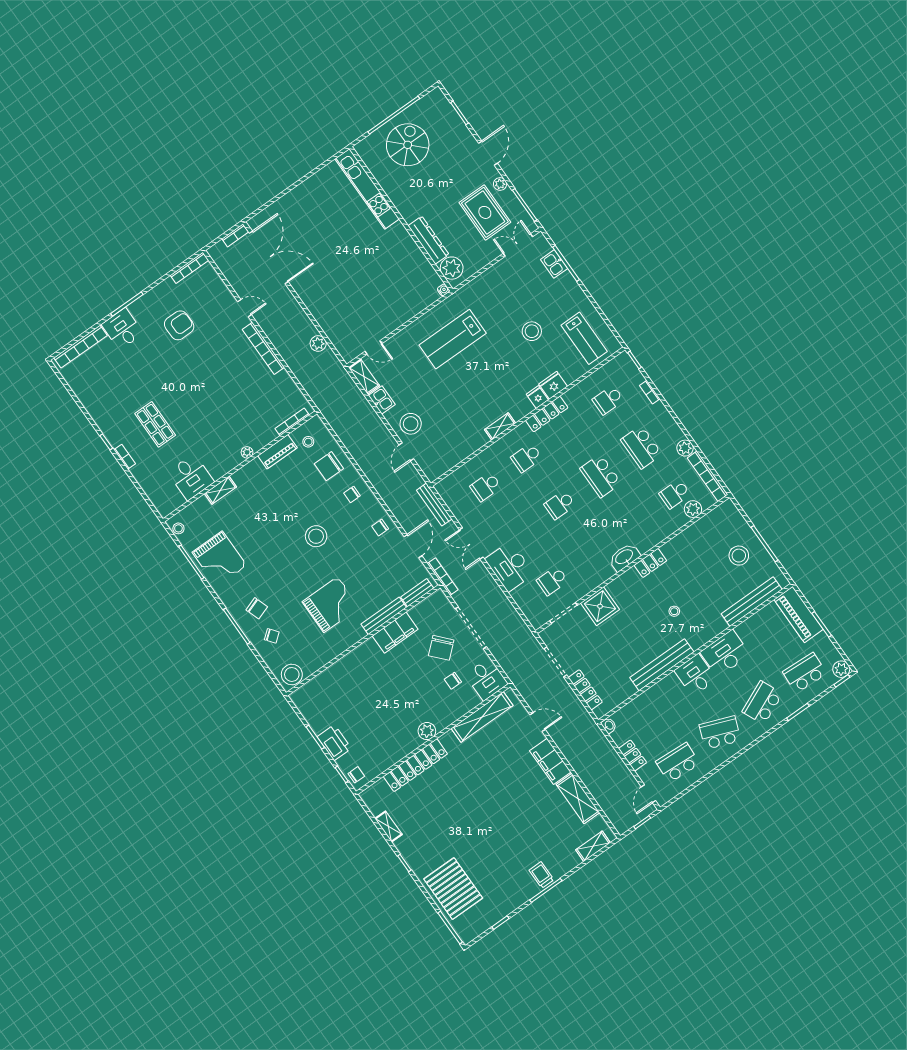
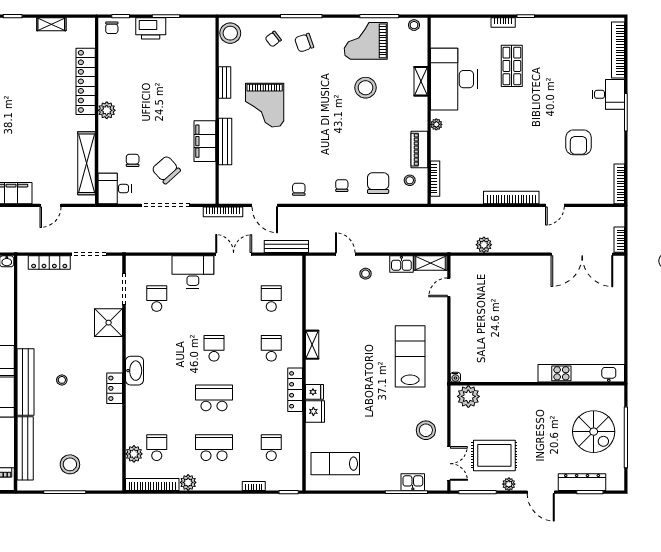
dresser: (428, 240) -> (582, 482), moved, turned 180
stool: (532, 331) -> (426, 430), moved
shop shelf: (155, 424) -> (512, 66), turned 90
stool: (411, 424) -> (366, 274), width x0.53, depth x0.53
desk: (191, 477) -> (454, 79), width x1.87, depth x1.30
stool: (316, 536) -> (366, 88), moved
bench: (417, 593) -> (225, 83), moved
bench: (662, 665) -> (26, 382), moved

